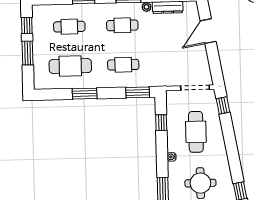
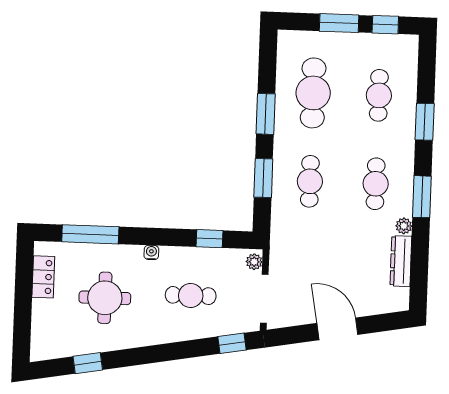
door: (208, 31) -> (337, 329), moved
window: (138, 92) -> (263, 178), moved
plant: (173, 95) -> (254, 262), added
cafe table: (196, 132) -> (191, 295), width x0.73, depth x0.74

